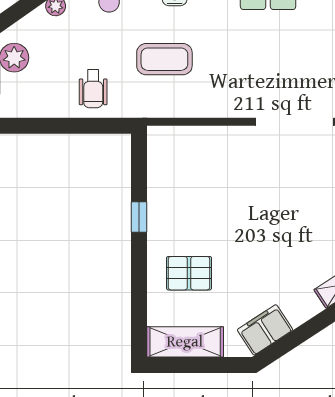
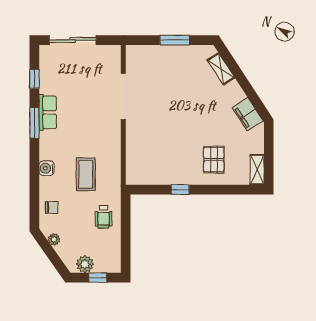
wheelchair: (93, 89) -> (104, 217), turned 90
shelving: (185, 342) -> (257, 170), width x0.67, depth x0.75

